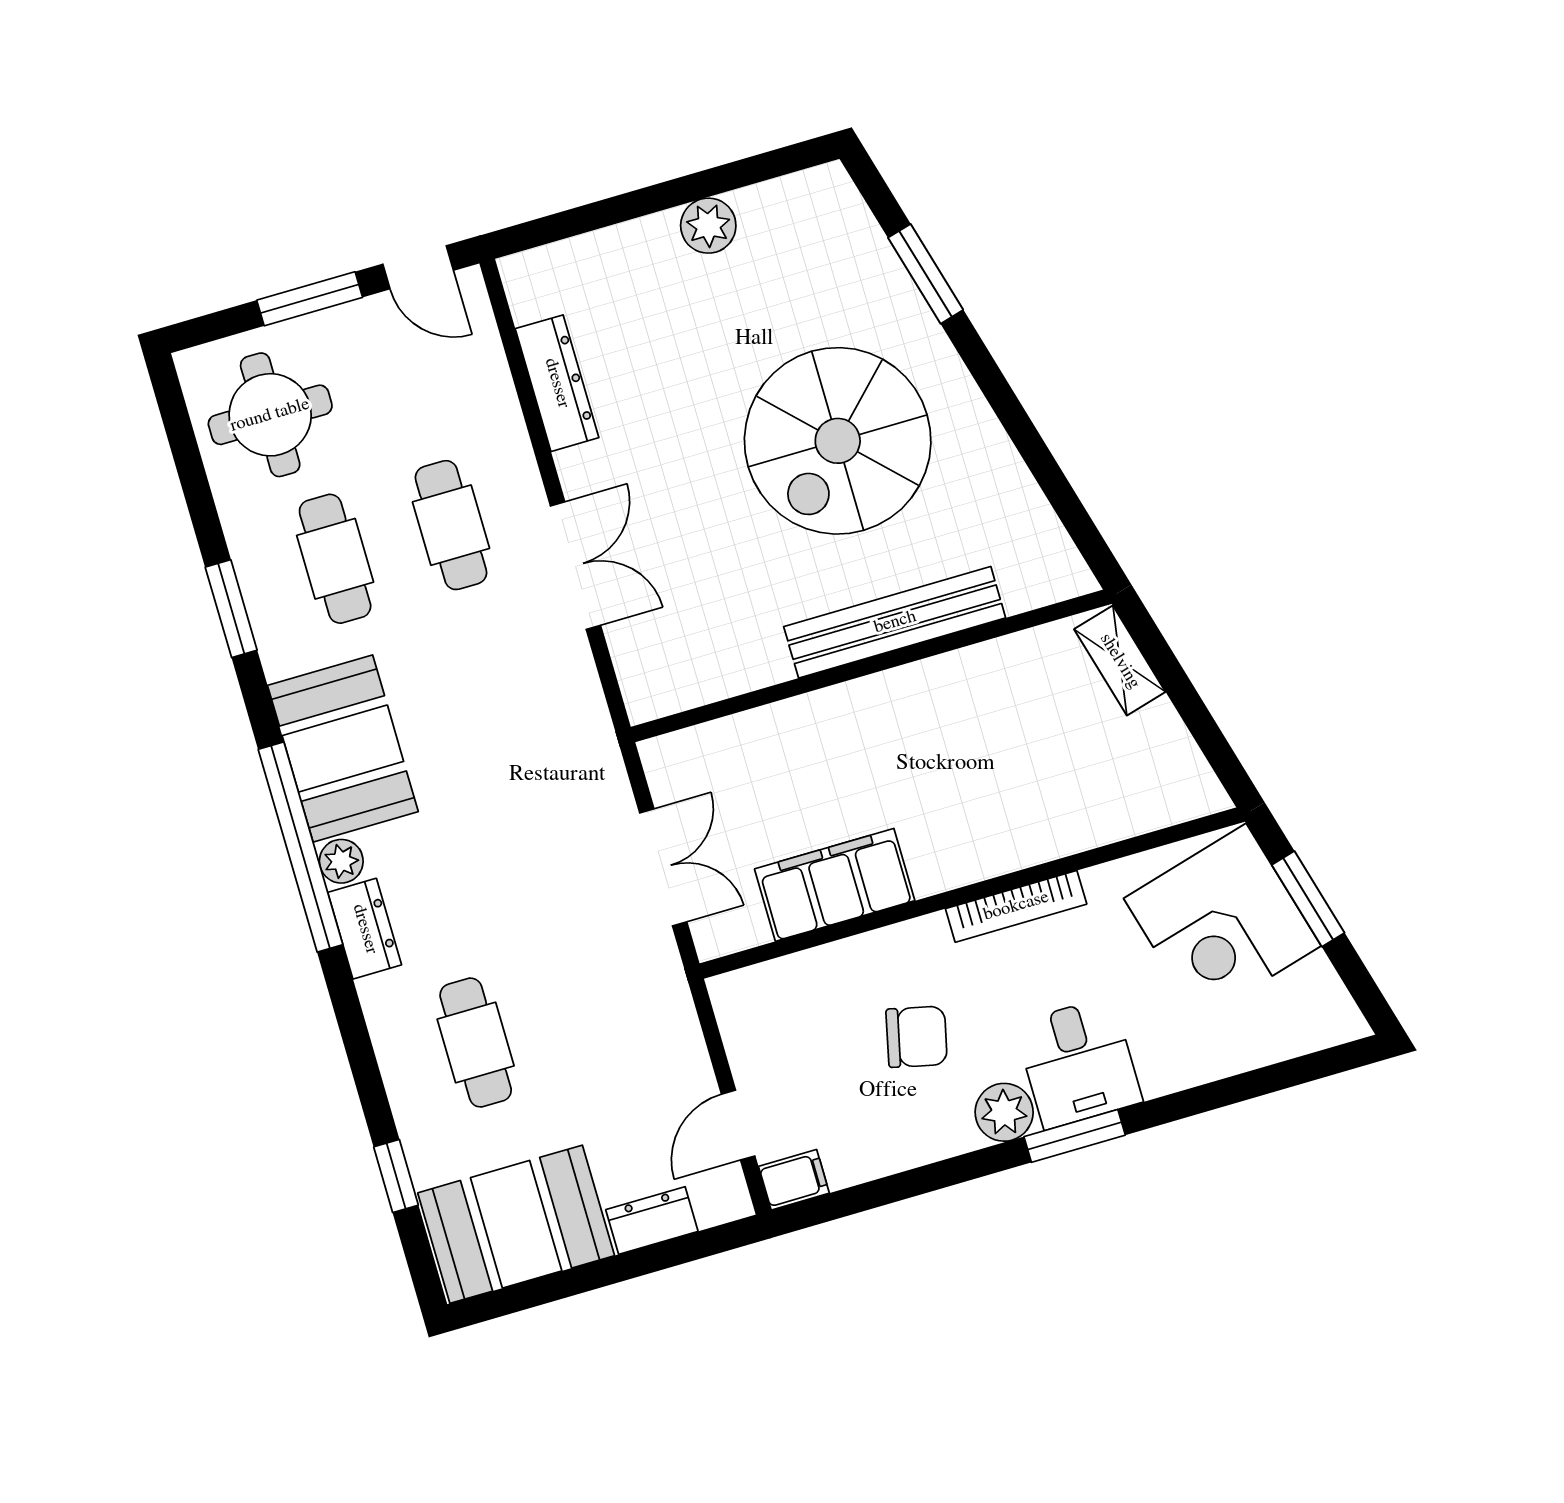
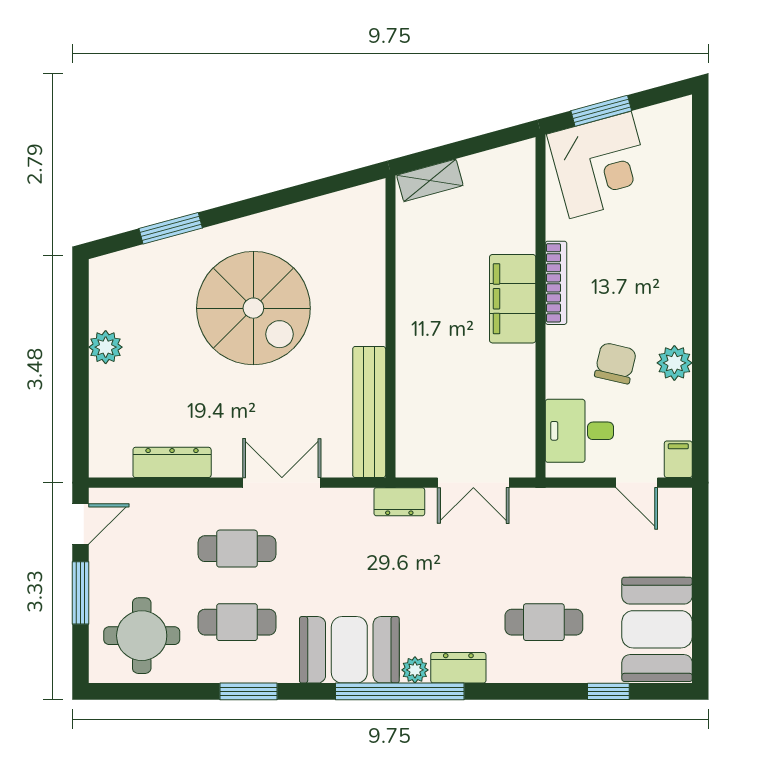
bench: (895, 622) -> (369, 412), moved
double door: (663, 867) -> (473, 483), swing flipped
filing cabinet: (835, 885) -> (513, 299), moved
desk: (1078, 1063) -> (579, 431), moved, turned 180
plant: (1004, 1112) -> (674, 363), moved
window: (1075, 1136) -> (700, 288), removed
dresser: (652, 1220) -> (399, 502), moved, turned -90

